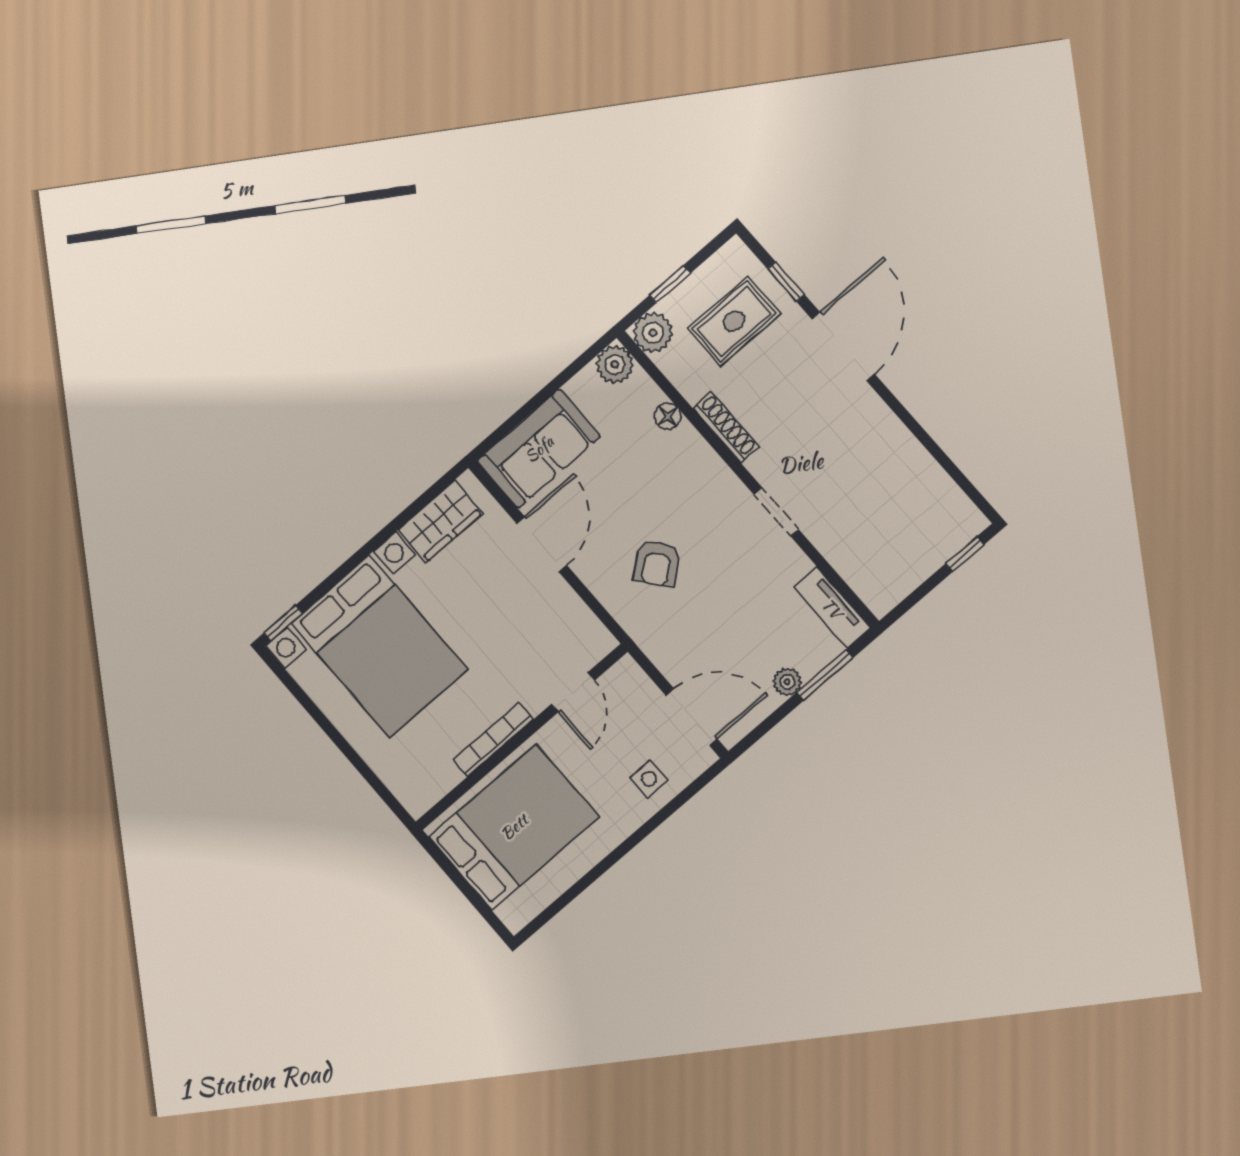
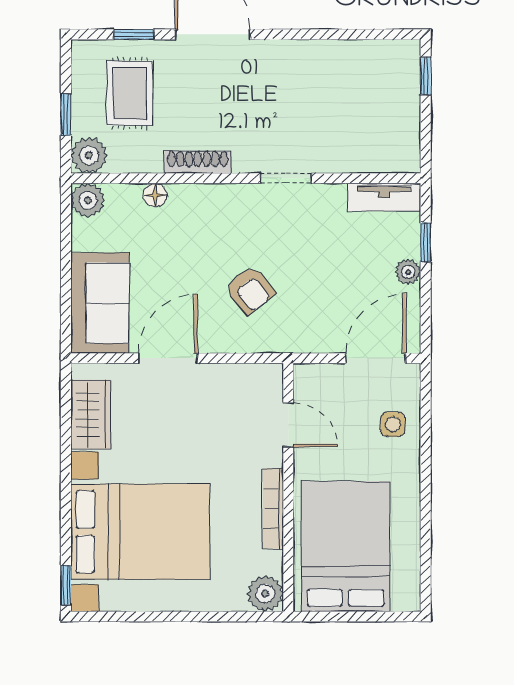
door: (542, 544) -> (168, 358), hinge flipped
window: (825, 675) -> (426, 242), width x0.67
plant: (418, 794) -> (265, 594), added

